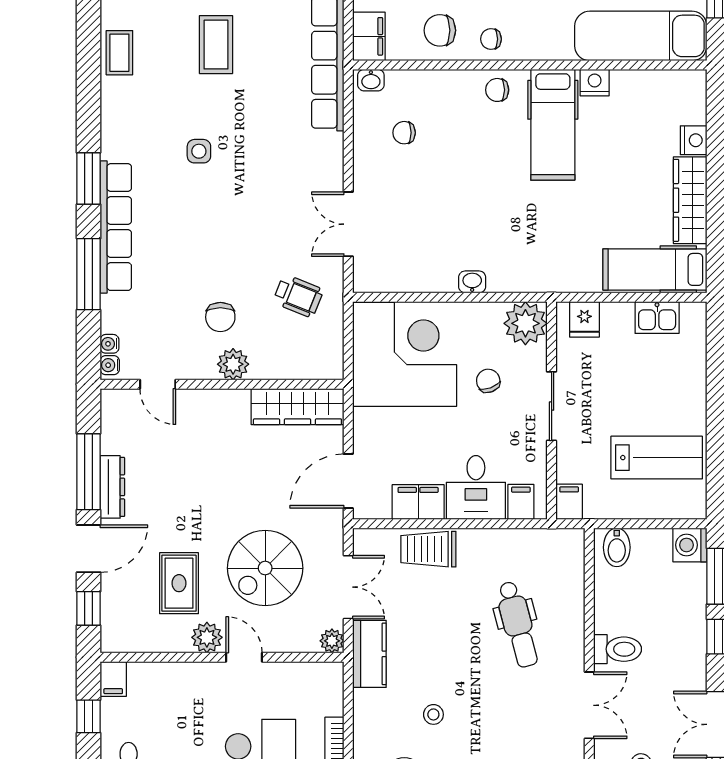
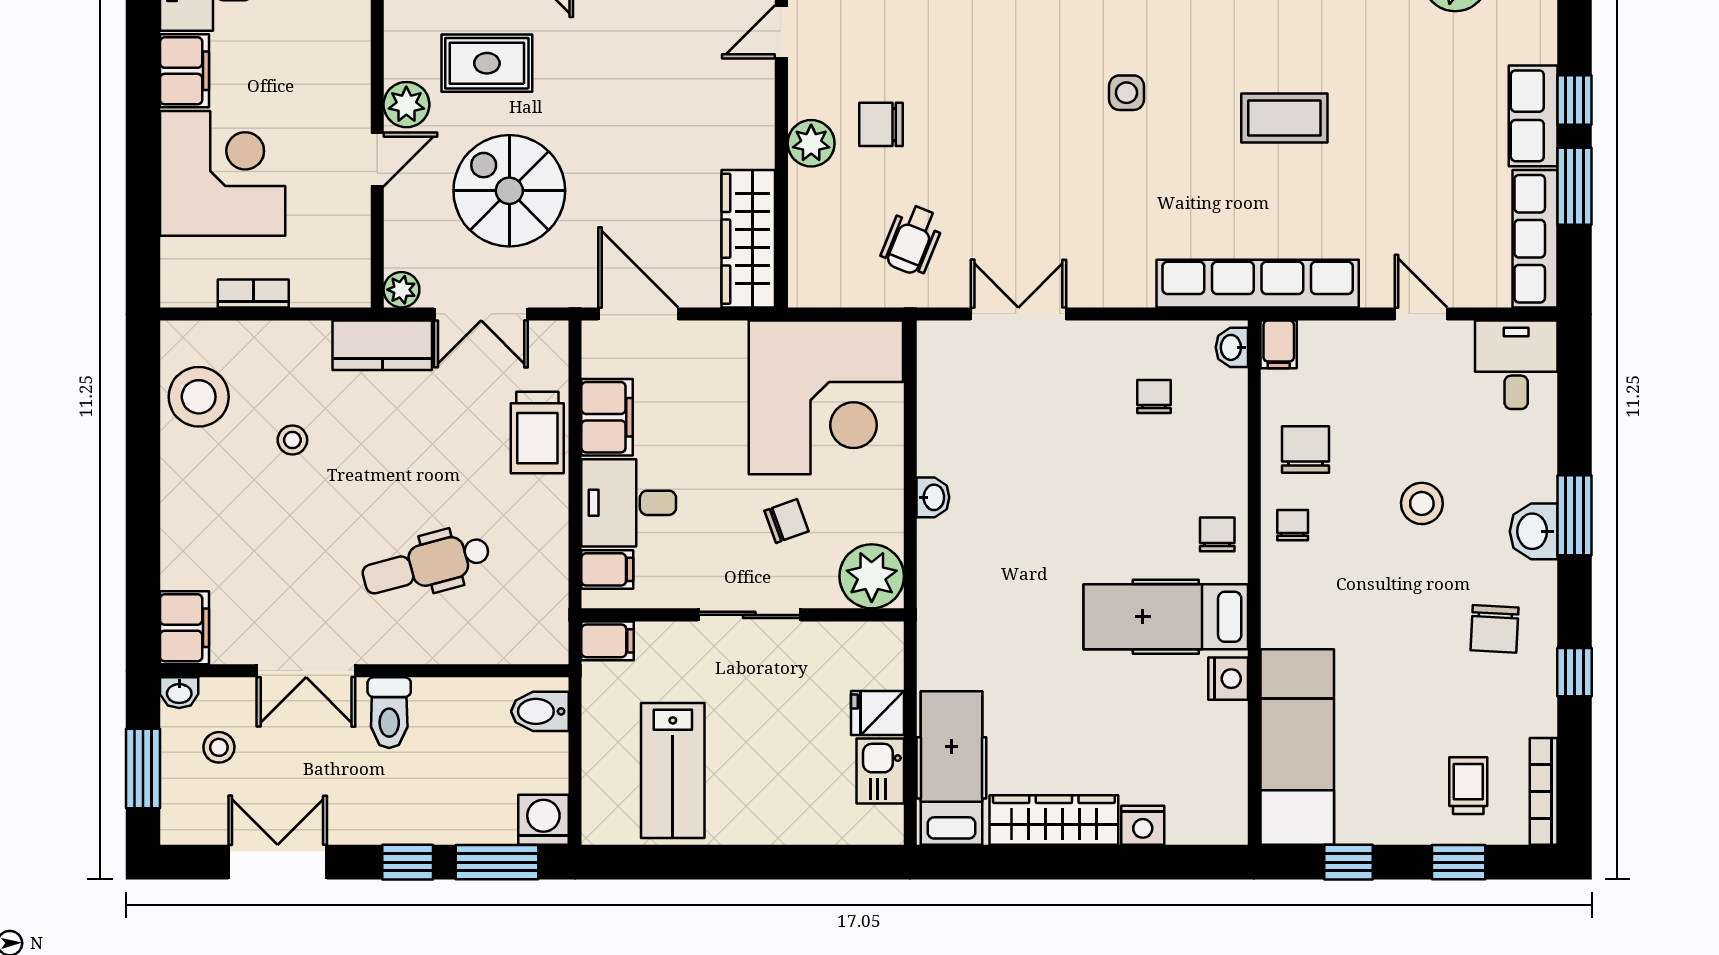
filing cabinet: (369, 36) -> (1279, 344), width x0.50
fridge: (584, 319) -> (878, 713), moved
trolley: (428, 549) -> (537, 433), turned 180

